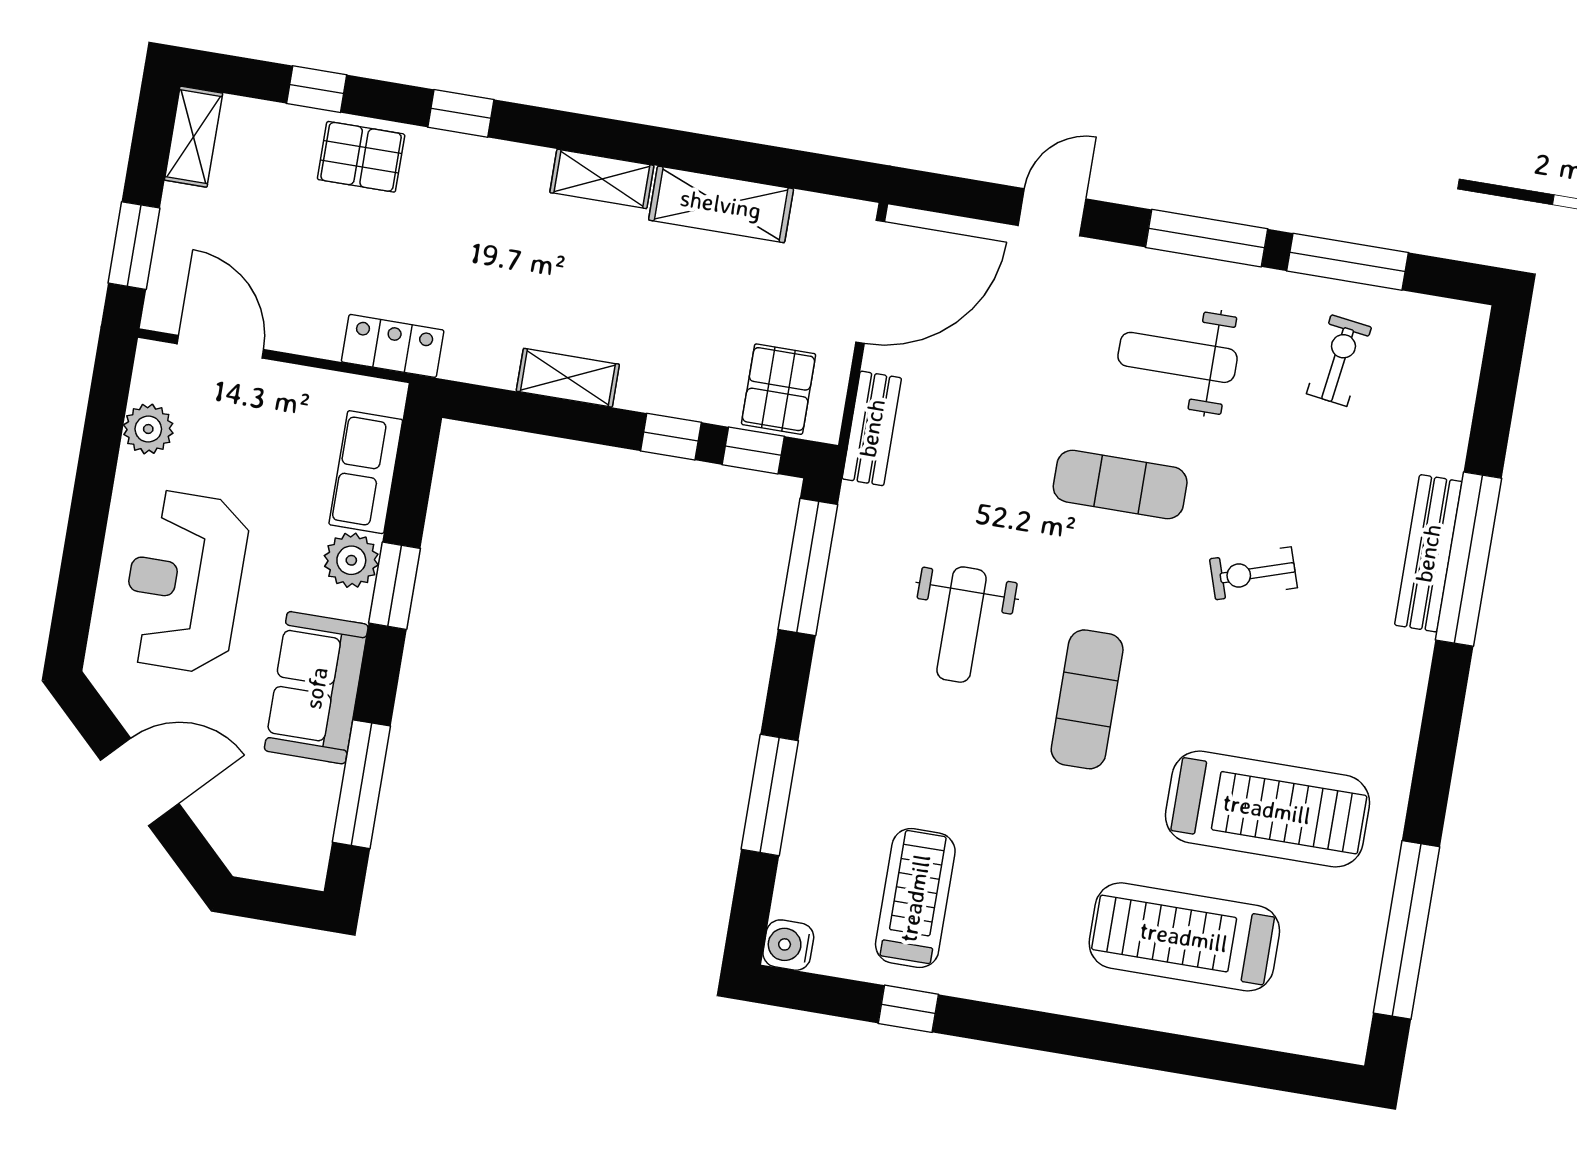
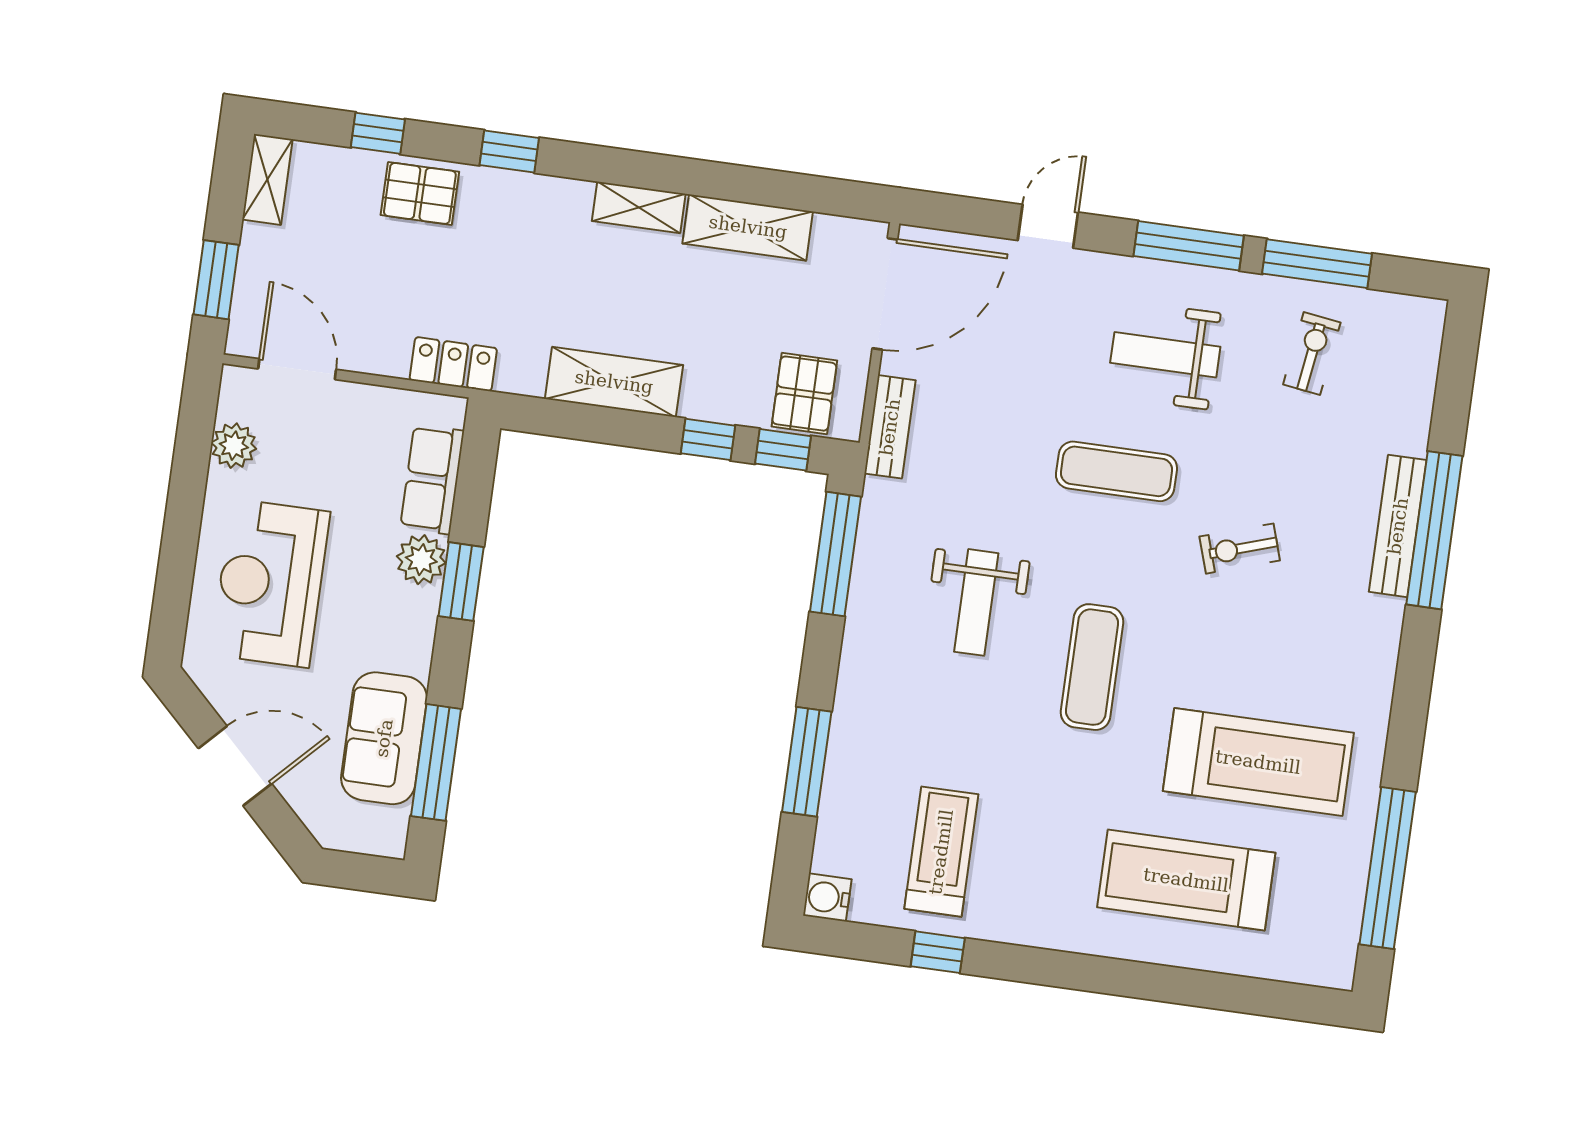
shelving: (568, 378) -> (614, 382), width x1.50, depth x1.33
sofa: (316, 688) -> (384, 738), moved

